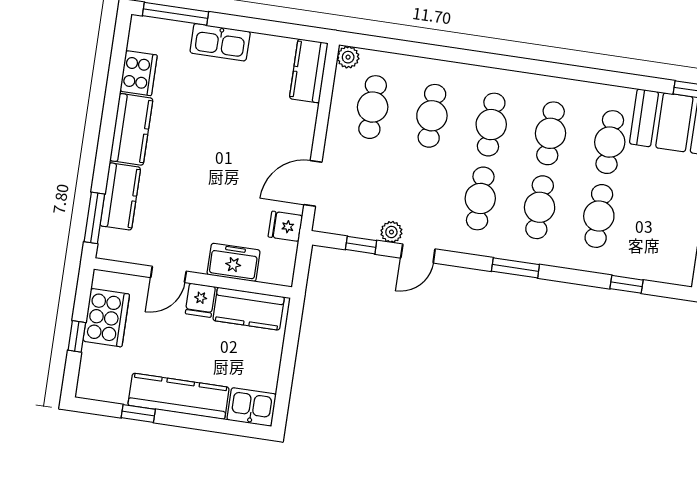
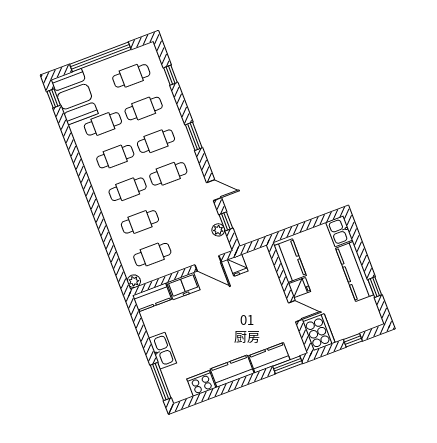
cafe table: (658, 225) -> (131, 76), added
plant: (391, 232) -> (218, 230), moved
freezer: (234, 262) -> (183, 286), moved, turned -90
cooker: (106, 318) -> (319, 332), moved, turned 90

